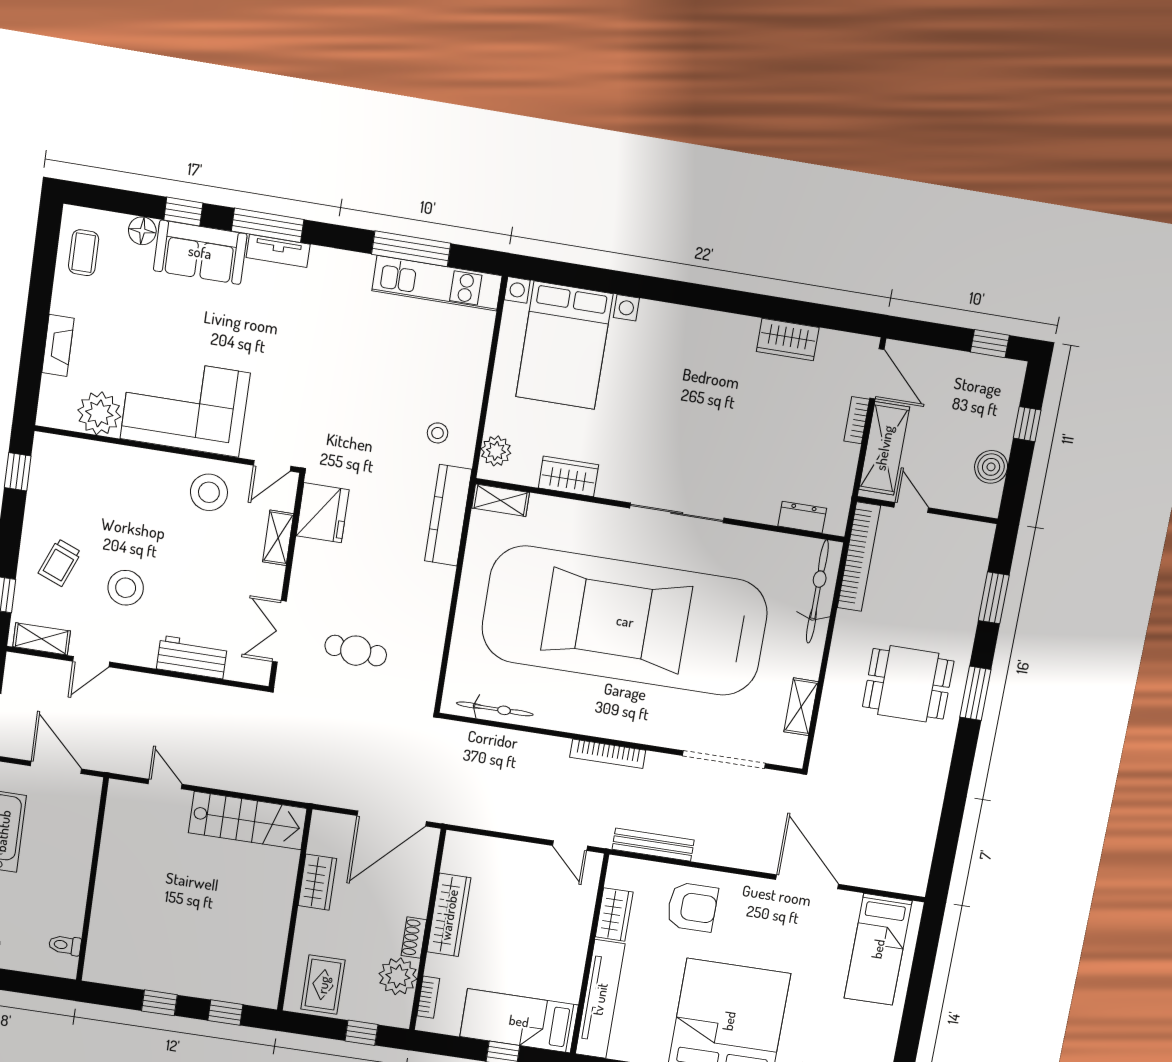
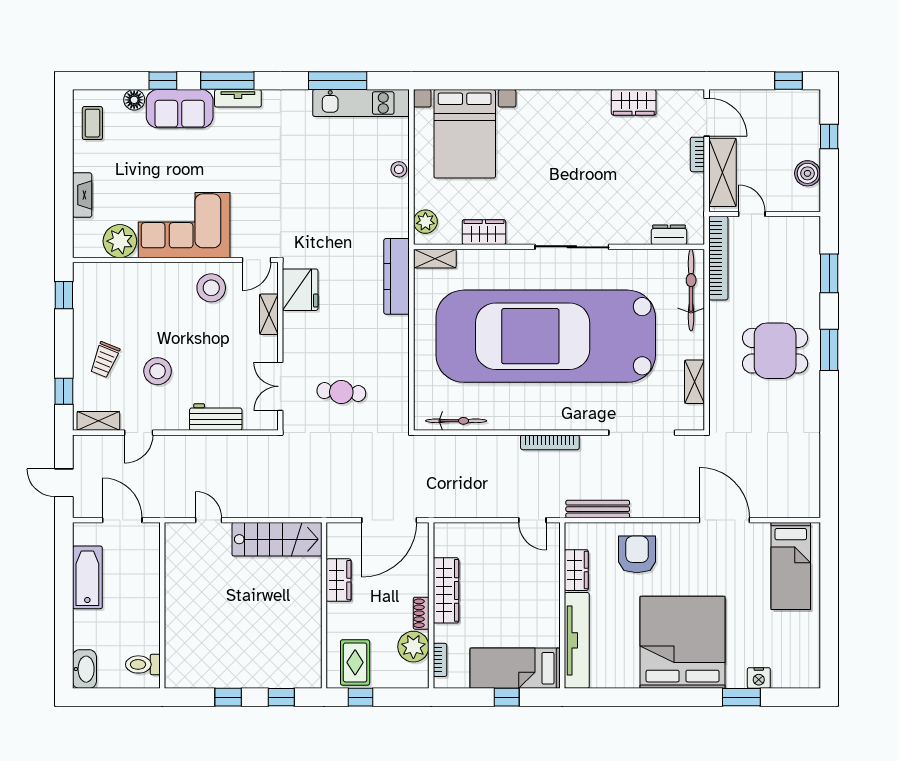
stool: (438, 433) -> (399, 169), moved
armchair: (692, 907) -> (637, 554), turned -90
toilet: (65, 945) -> (143, 664), width x1.37, depth x1.39
window: (361, 1033) -> (361, 697), moved

